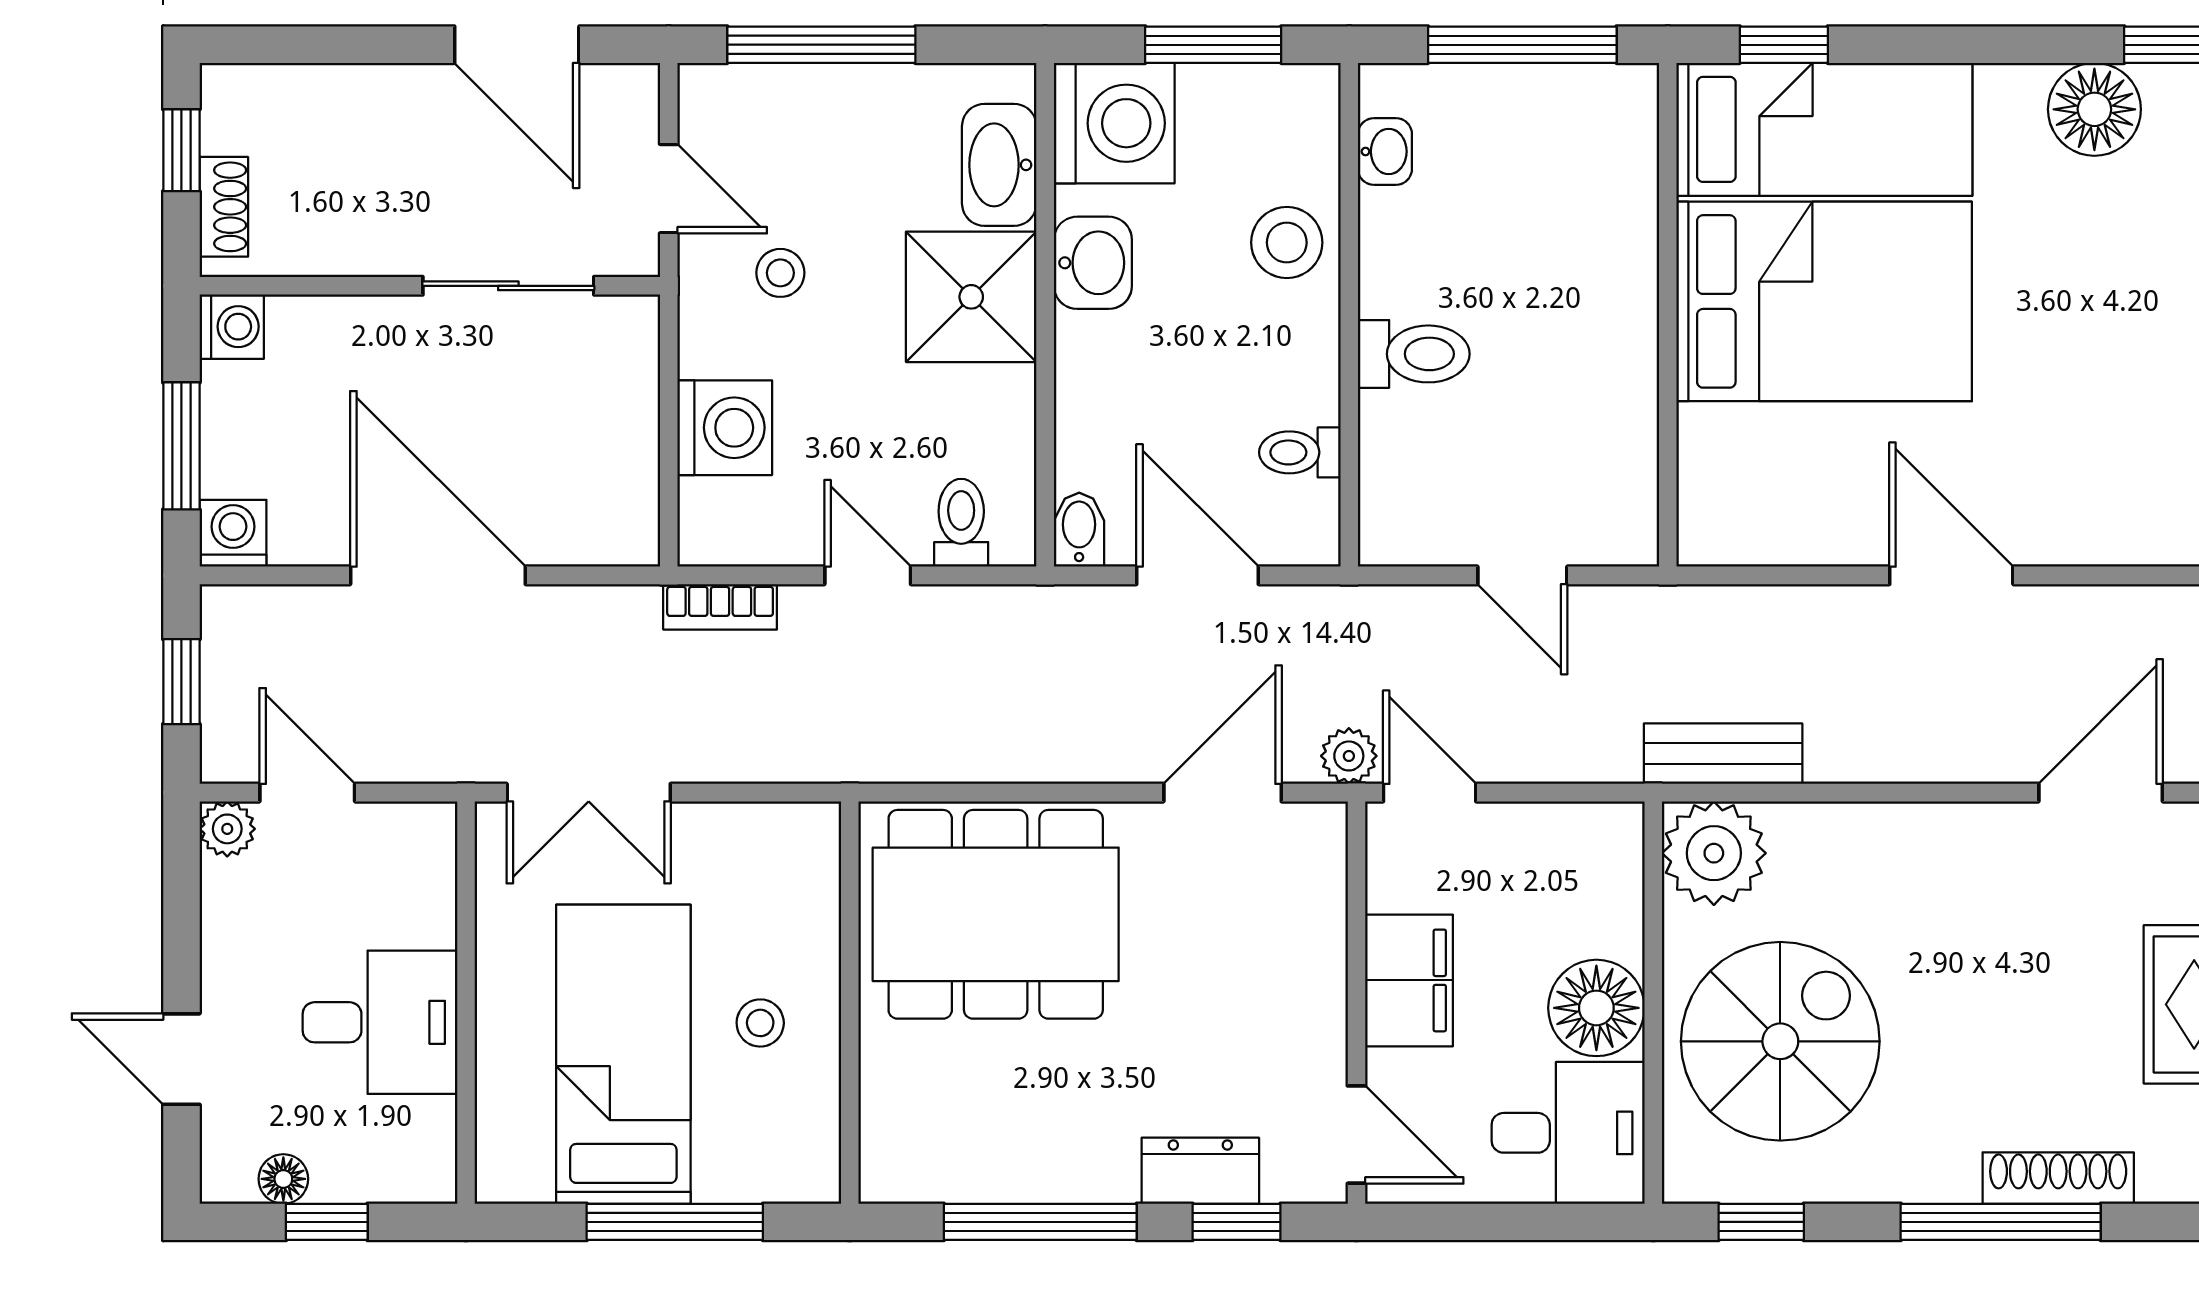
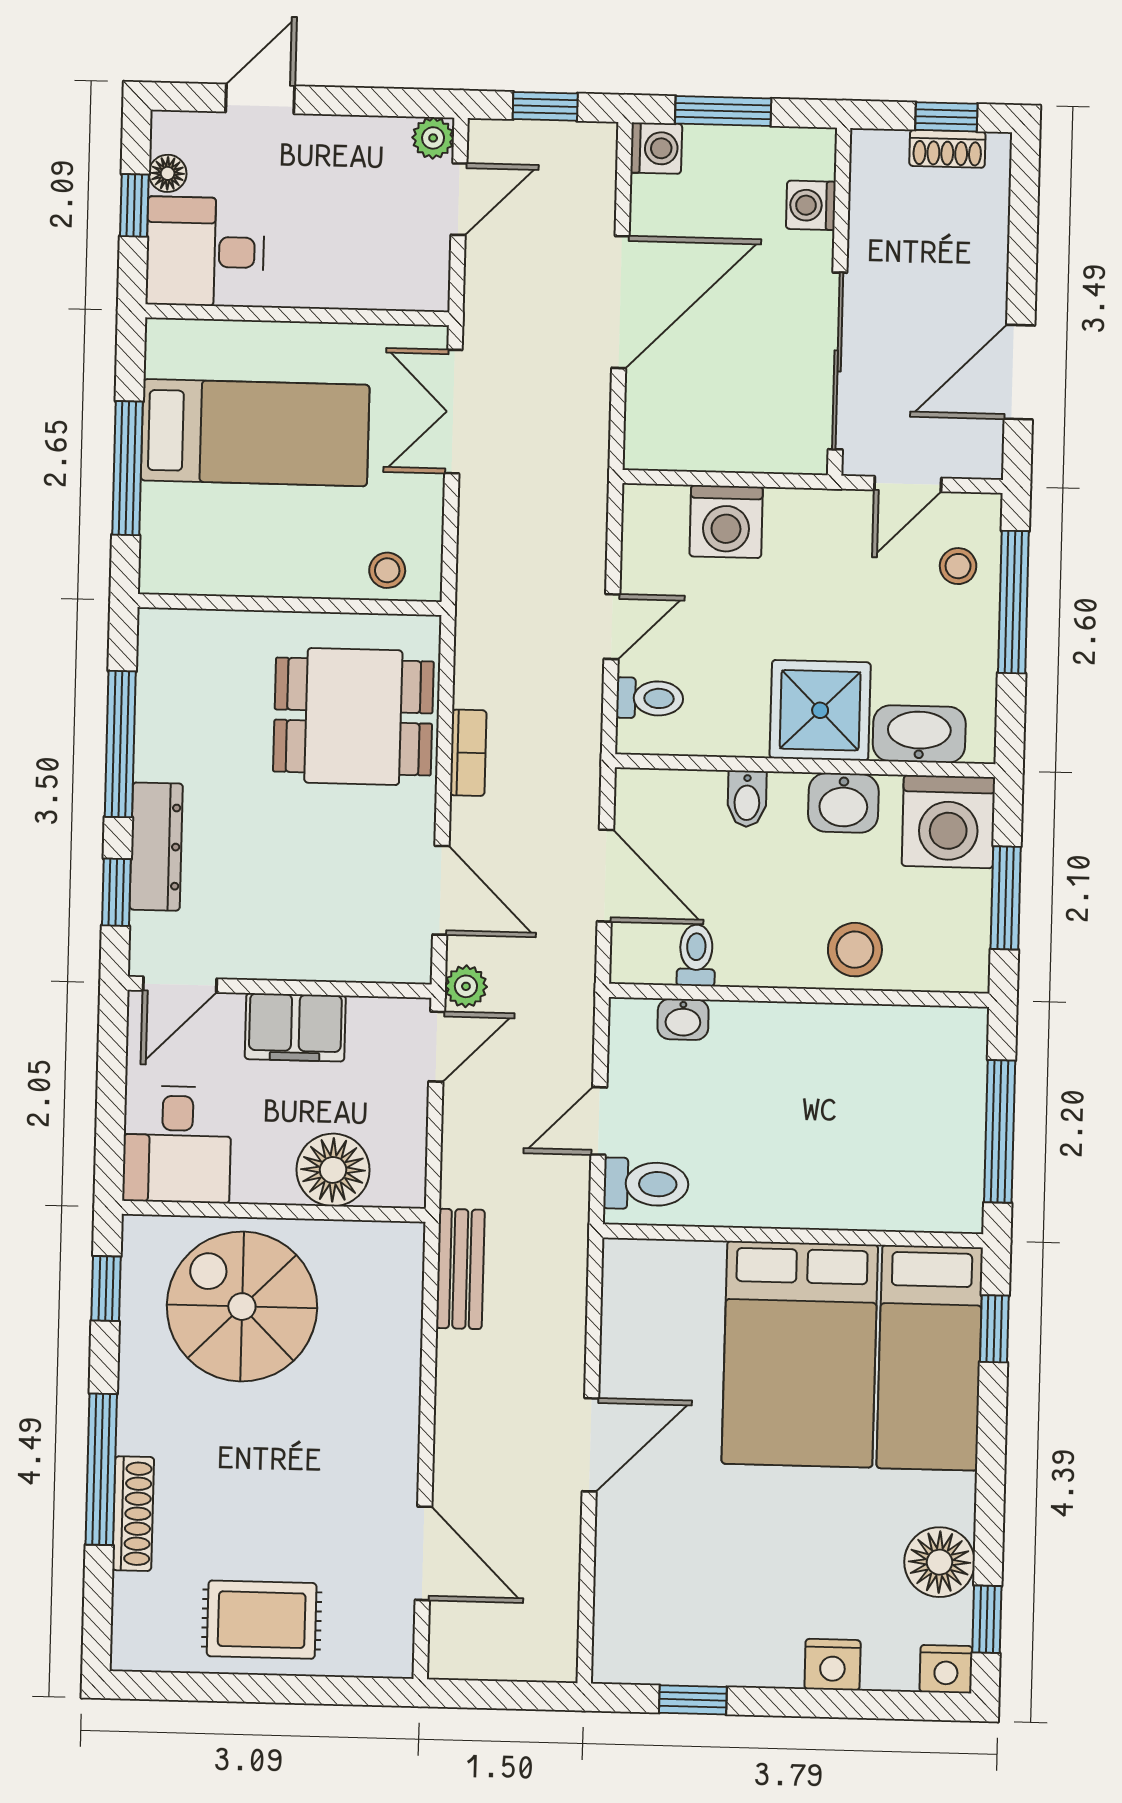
washbasin: (1385, 151) -> (683, 1019), moved
shoe rack: (224, 207) -> (947, 149), moved
stool: (780, 273) -> (958, 566), moved
sliding door: (508, 286) -> (838, 361), width x1.37
washing machine: (232, 327) -> (811, 205), moved, turned 90
toilet: (1414, 354) -> (646, 1184), moved, turned -90
bidet: (1079, 530) -> (747, 799), moved, turned 90
door: (1198, 575) -> (605, 876), hinge flipped
bookcase: (720, 607) -> (468, 753), moved, turned 180
plant: (1714, 853) -> (385, 1260), removed
dining table: (996, 914) -> (353, 717), width x0.73
floor lamp: (1596, 1008) -> (333, 1170), moved
desk: (380, 1022) -> (205, 252), moved, turned 90
stool: (760, 1023) -> (387, 570), moved
spiral stairs: (1780, 1041) -> (242, 1307), turned 180
dresser: (1200, 1171) -> (156, 847), width x1.44

